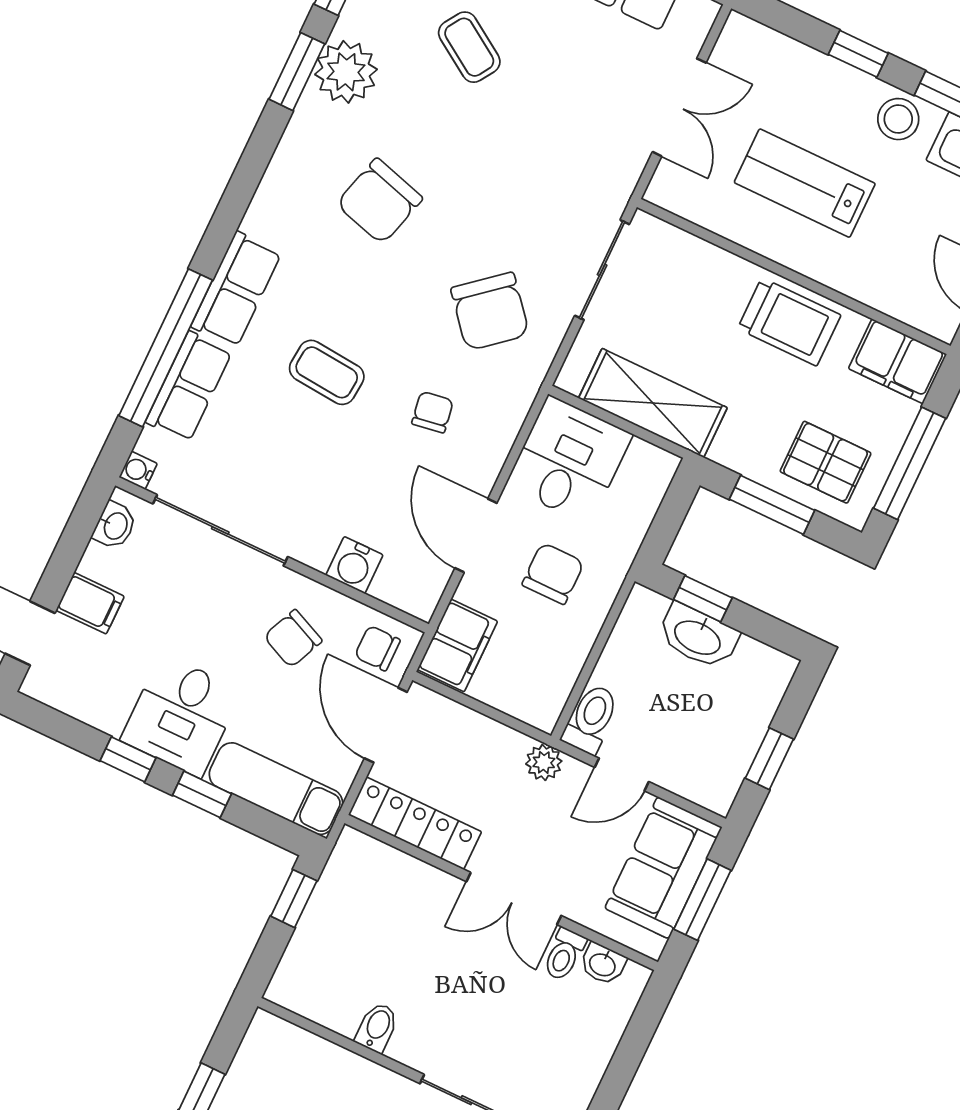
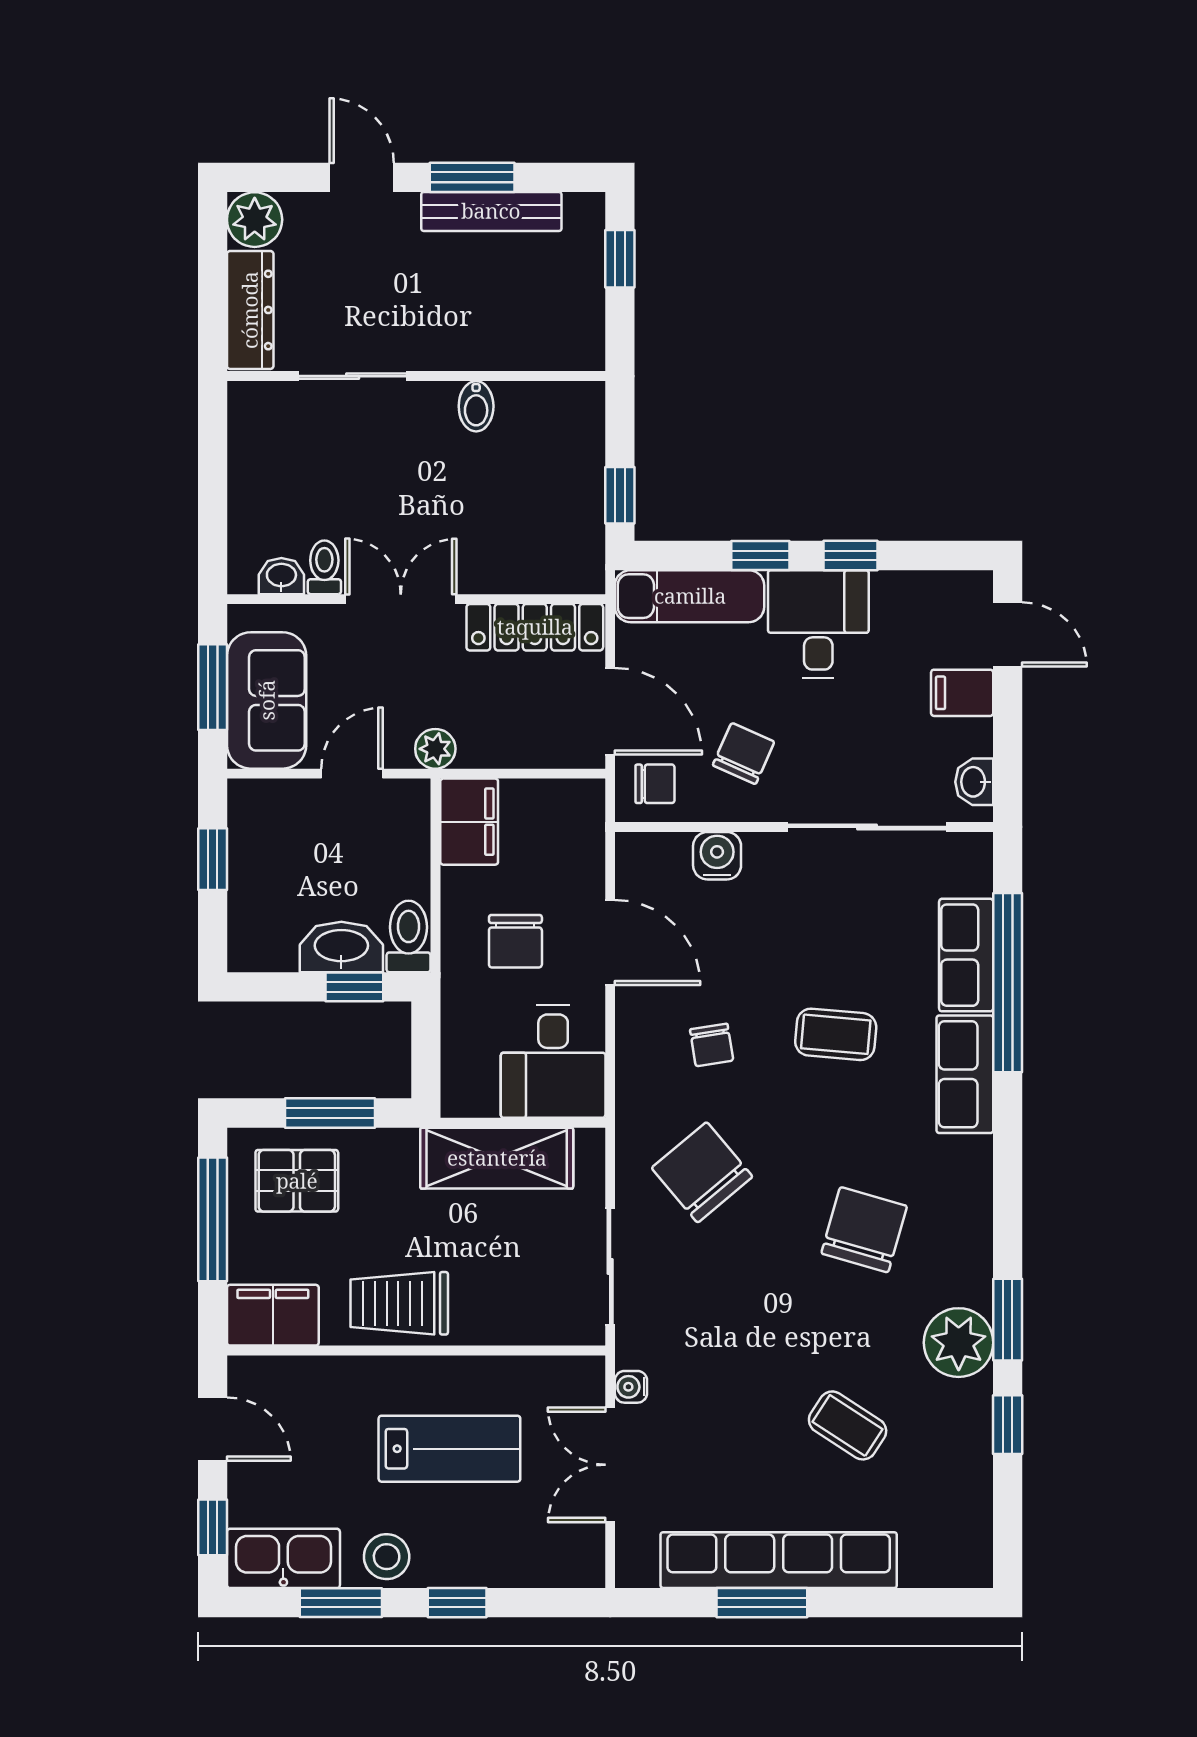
water cooler: (138, 470) -> (631, 1387), moved, turned 180
filing cabinet: (457, 645) -> (469, 822), moved, turned 180
toilet: (591, 719) -> (409, 937), moved, turned 180

